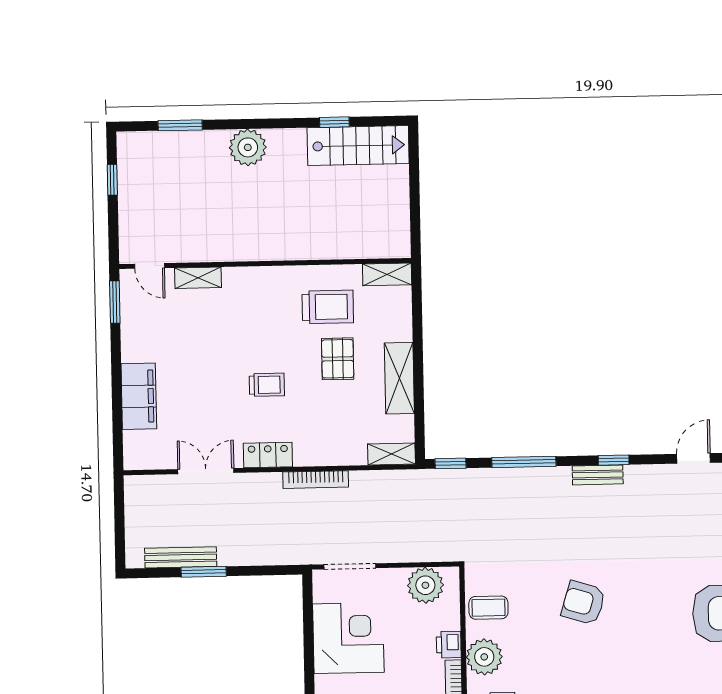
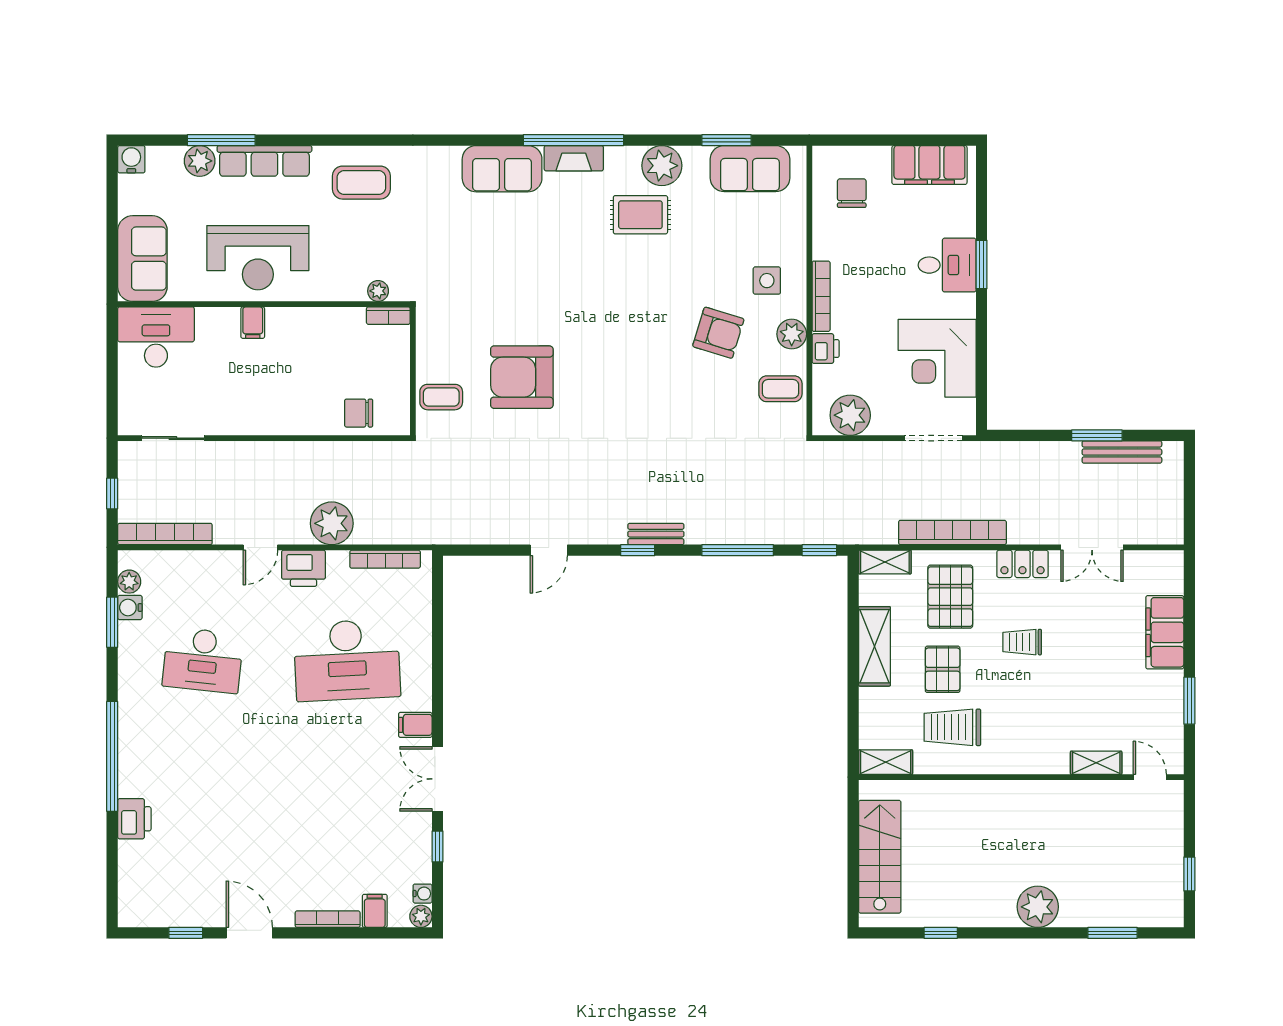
stairs: (358, 146) -> (880, 857), moved, turned 90
window: (115, 302) -> (1189, 701), moved
pallet: (332, 424) -> (950, 597), added
bookcase: (316, 480) -> (952, 532), width x1.48, depth x1.31
armchair: (583, 603) -> (718, 333), moved
plant: (484, 657) -> (792, 334), width x0.73, depth x0.73

